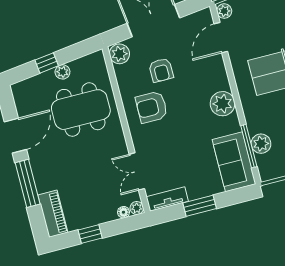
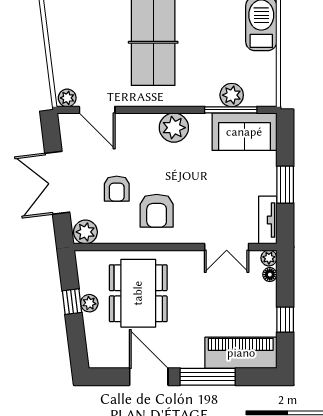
window: (47, 63) -> (72, 302), moved
armchair: (161, 70) -> (117, 189), turned 90
piano: (53, 214) -> (241, 353), width x1.37, depth x1.33

